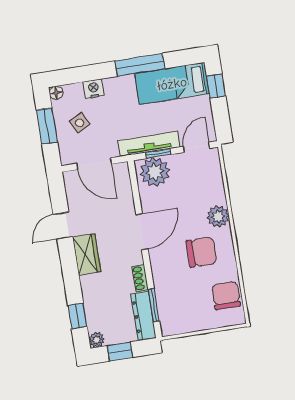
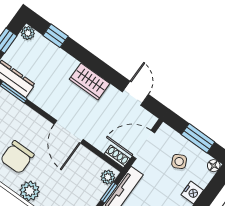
plant: (155, 172) -> (108, 177), width x0.53, depth x0.53
door: (63, 226) -> (135, 93), moved
shoe rack: (140, 278) -> (117, 156), moved

